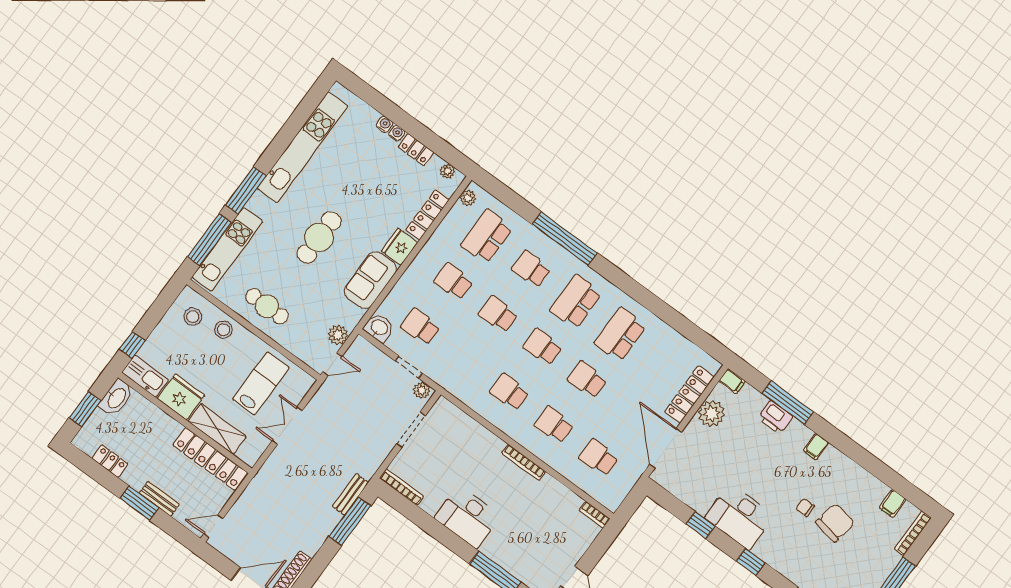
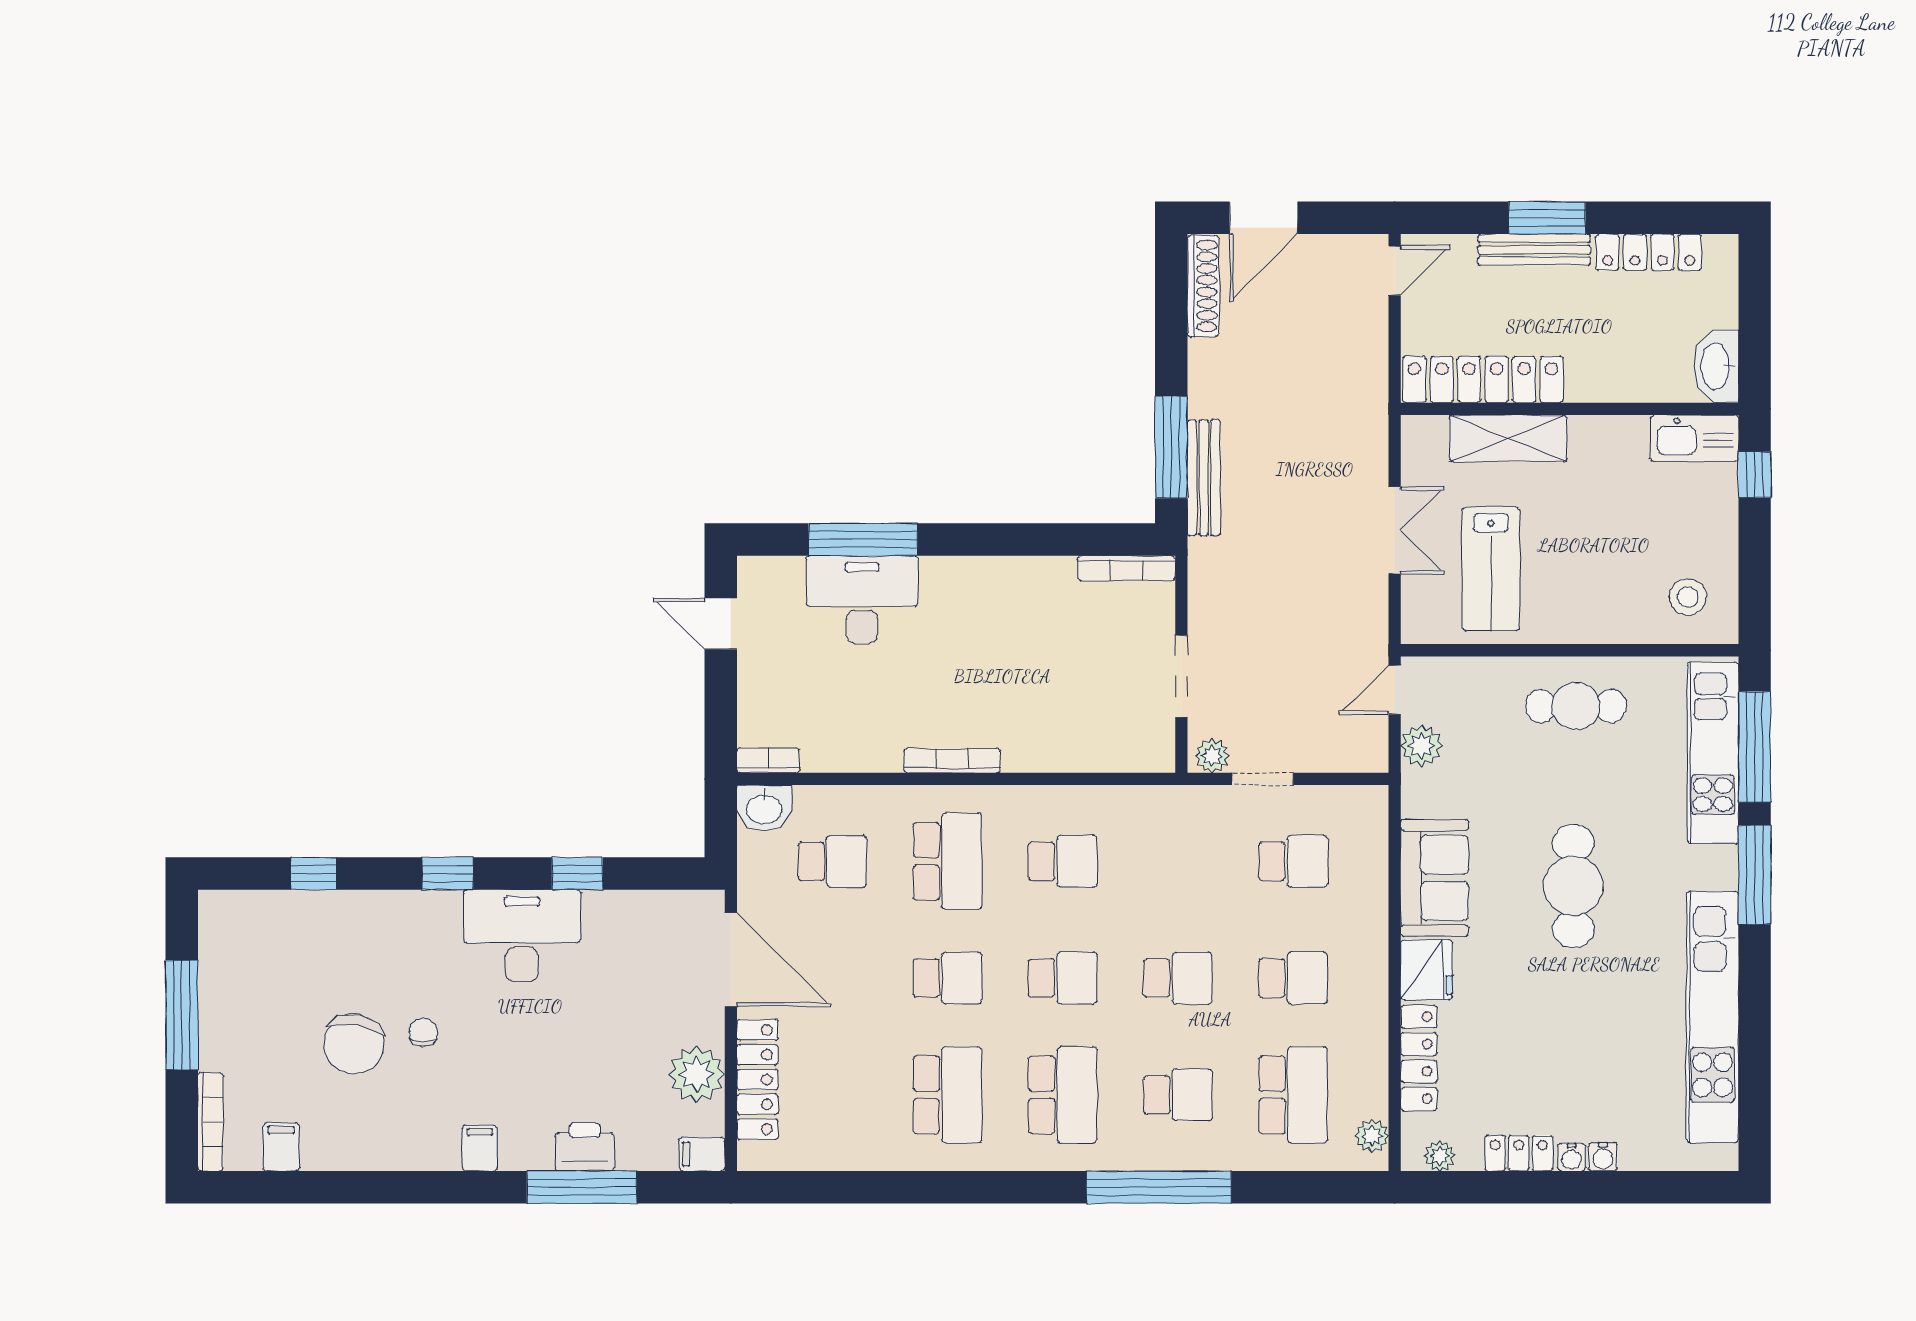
washbasin: (379, 328) -> (764, 808), moved
stool: (223, 330) -> (1620, 613), removed
fridge: (181, 397) -> (1609, 447), removed
window: (85, 409) -> (1755, 309), removed
school desk: (554, 425) -> (948, 861), width x1.85
locker: (110, 461) -> (1649, 252), width x1.53
bench: (350, 494) -> (1204, 478), width x1.36
bench: (159, 499) -> (1534, 250), width x1.36
chair: (805, 508) -> (423, 1032), turned -90
desk: (468, 517) -> (862, 600), moved

